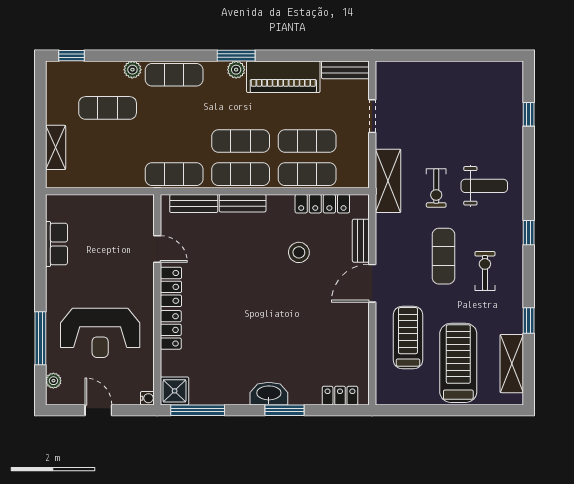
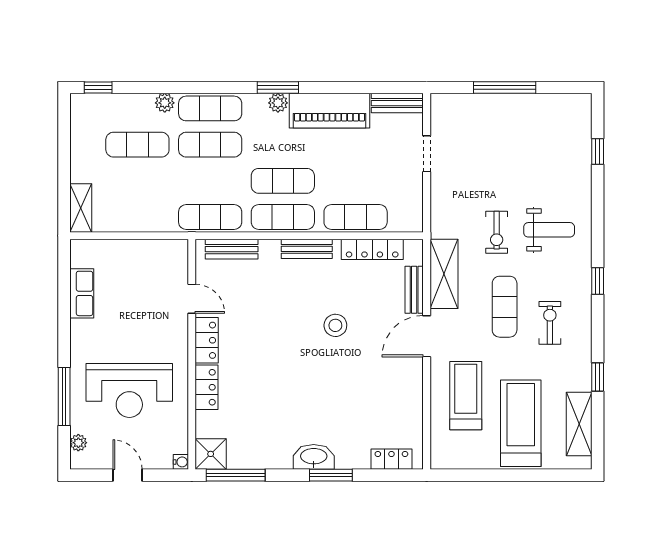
window: (443, 56) -> (505, 87), added
exercise mat: (307, 141) -> (210, 145), moved
shelving: (56, 147) -> (81, 208), moved
shelving: (388, 181) -> (444, 274), moved
bench: (243, 203) -> (307, 249), moved
stool: (299, 252) -> (335, 325), moved

